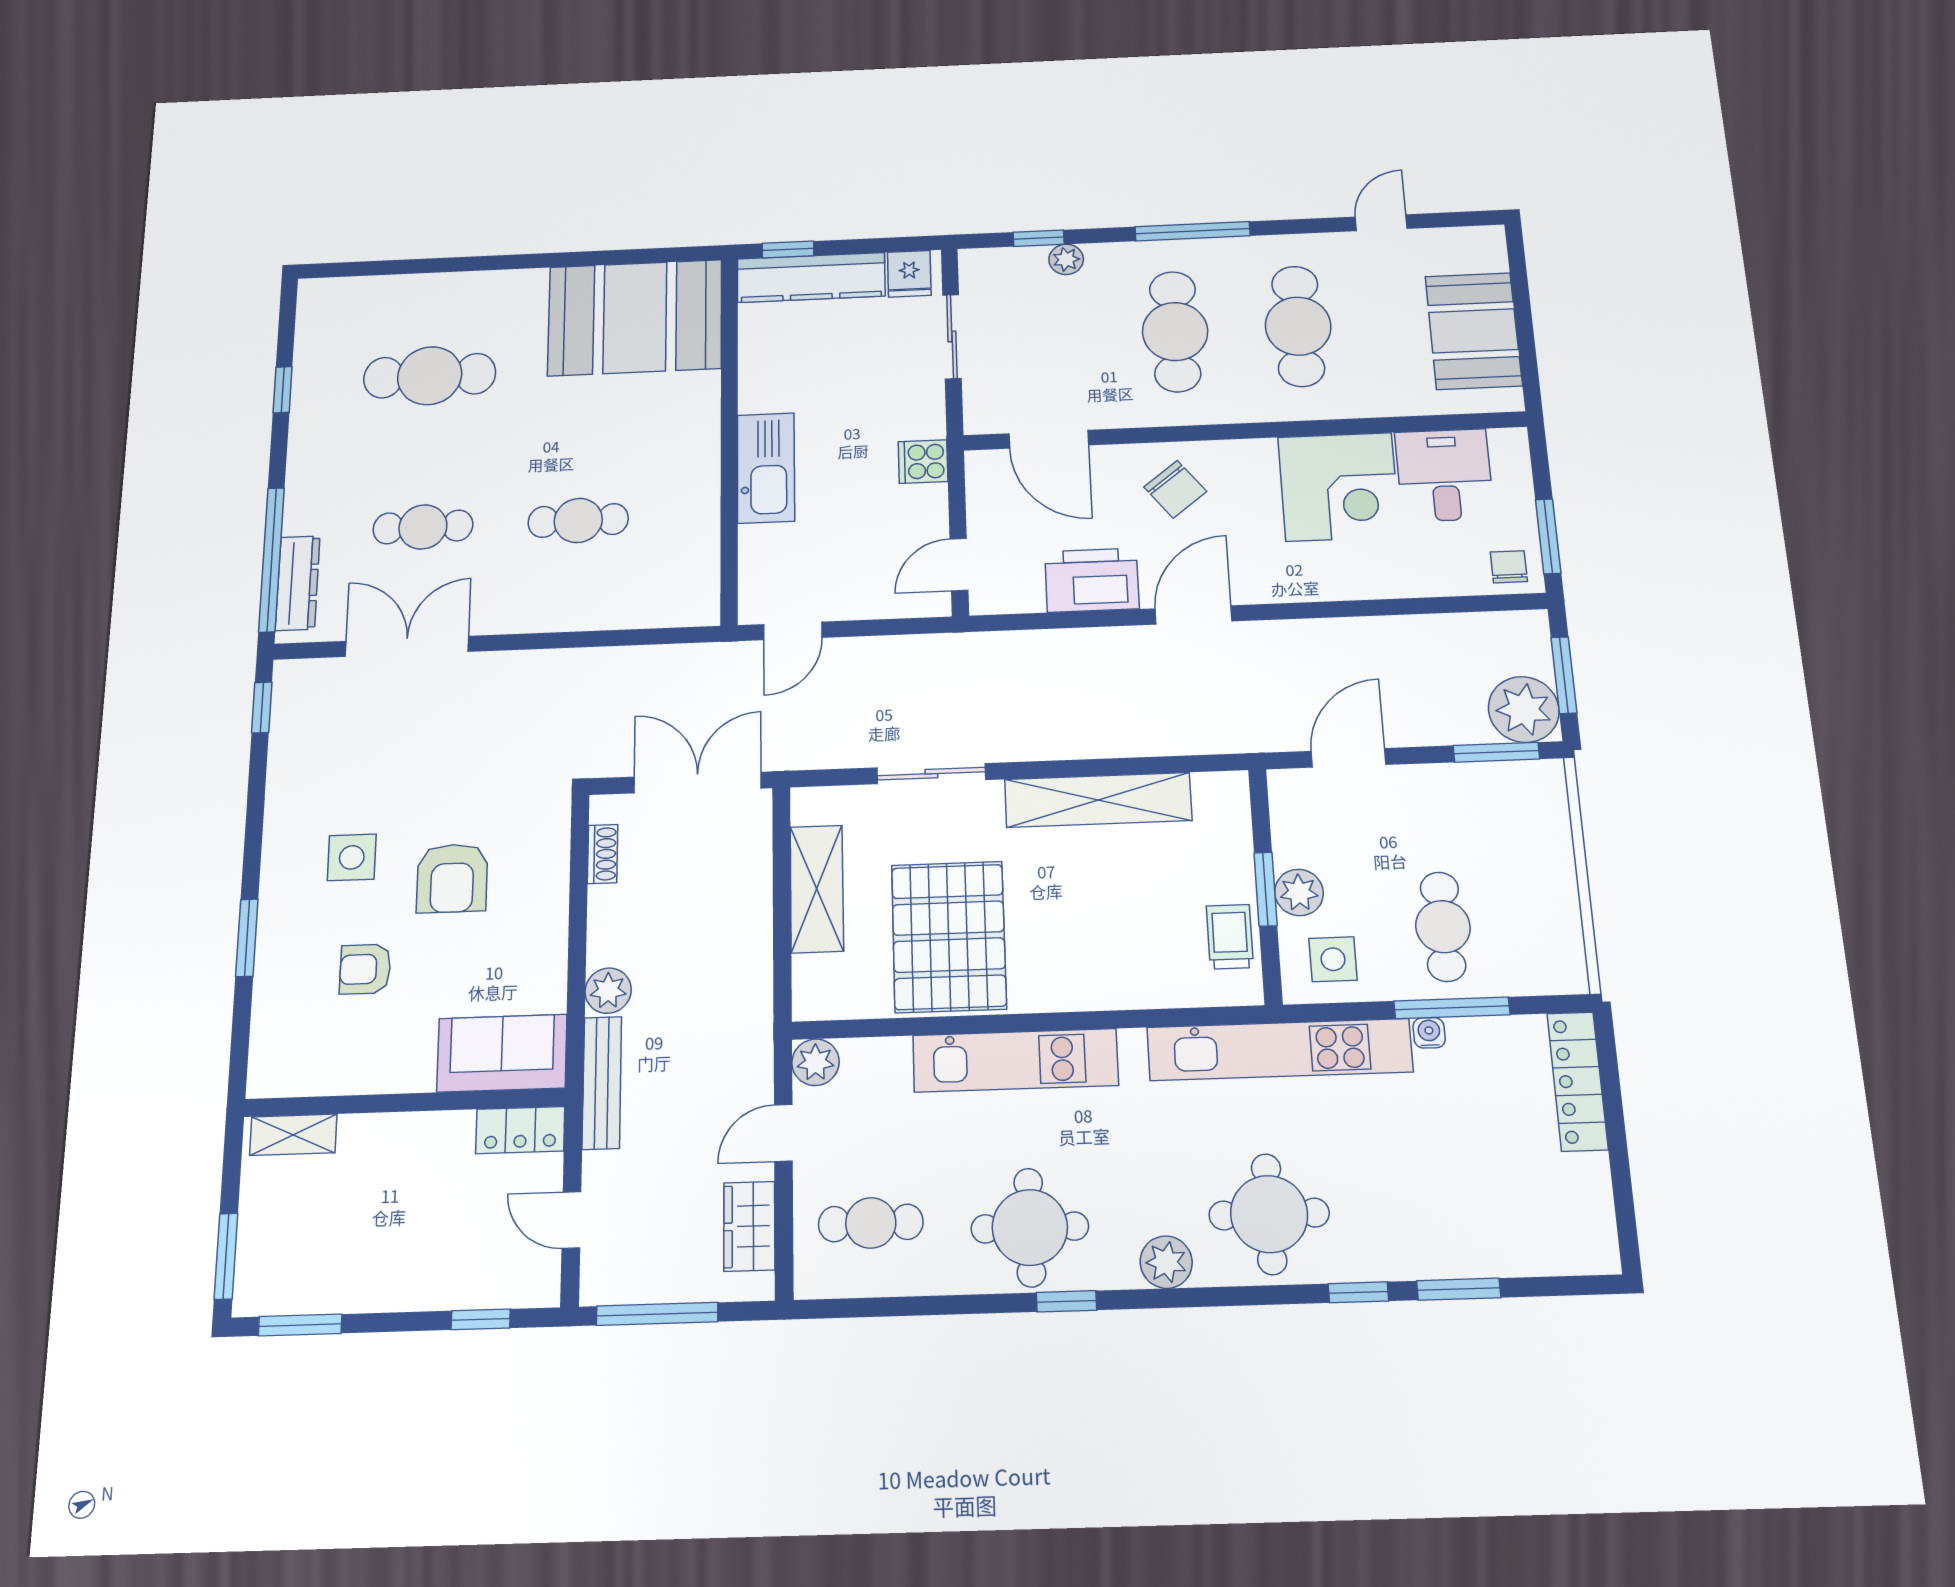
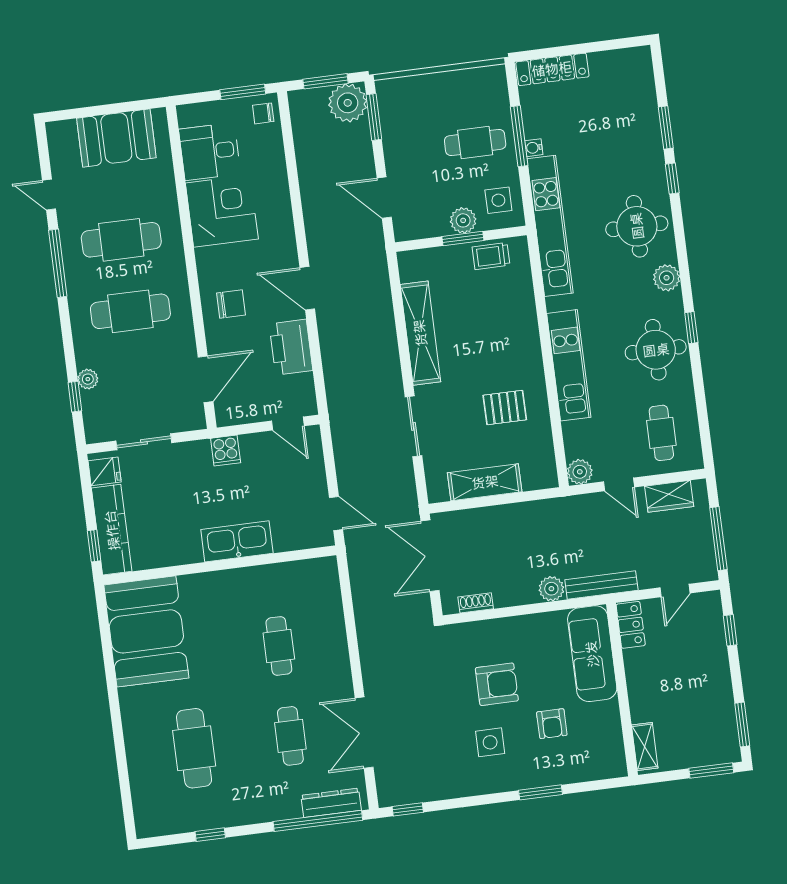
window: (1193, 231) -> (58, 263), moved
chair: (1175, 489) -> (231, 304), turned 38
pallet: (949, 937) -> (505, 408), width x0.49, depth x0.50
sofa: (502, 1053) -> (592, 654), width x1.36

